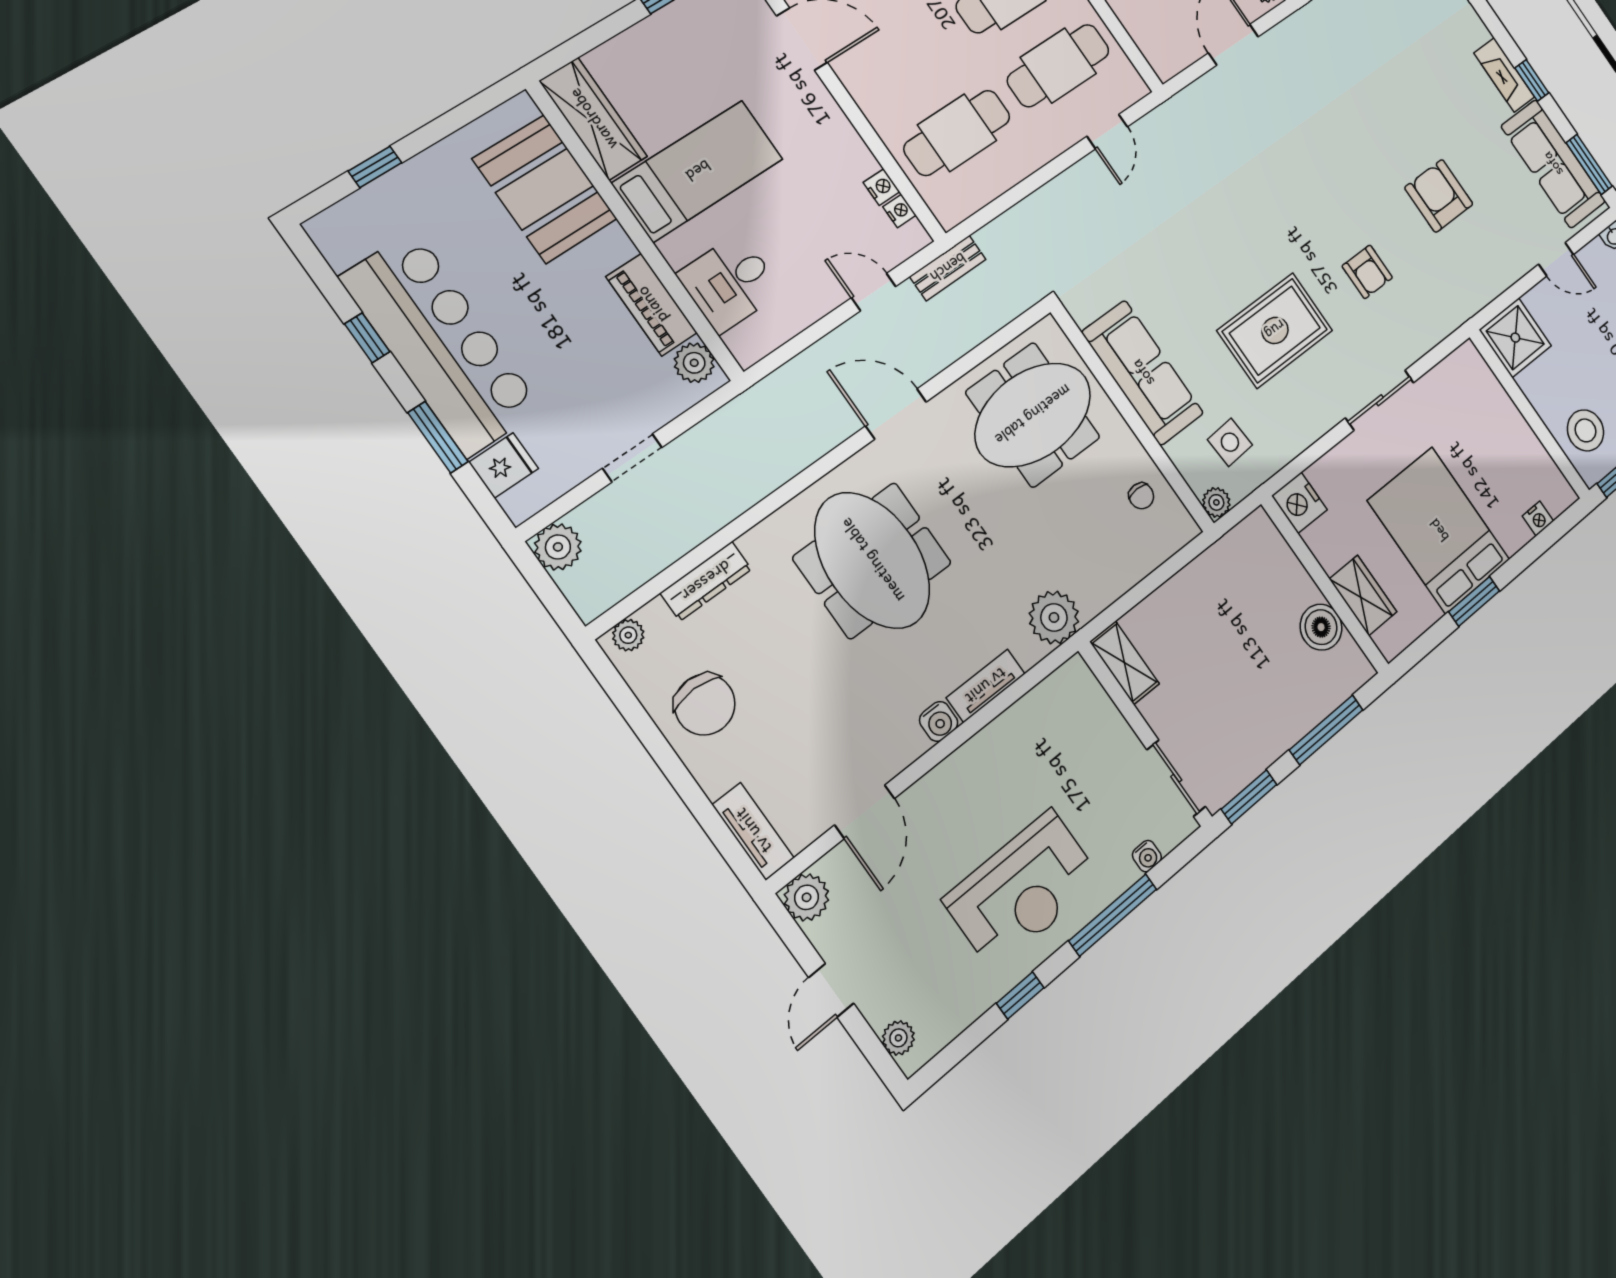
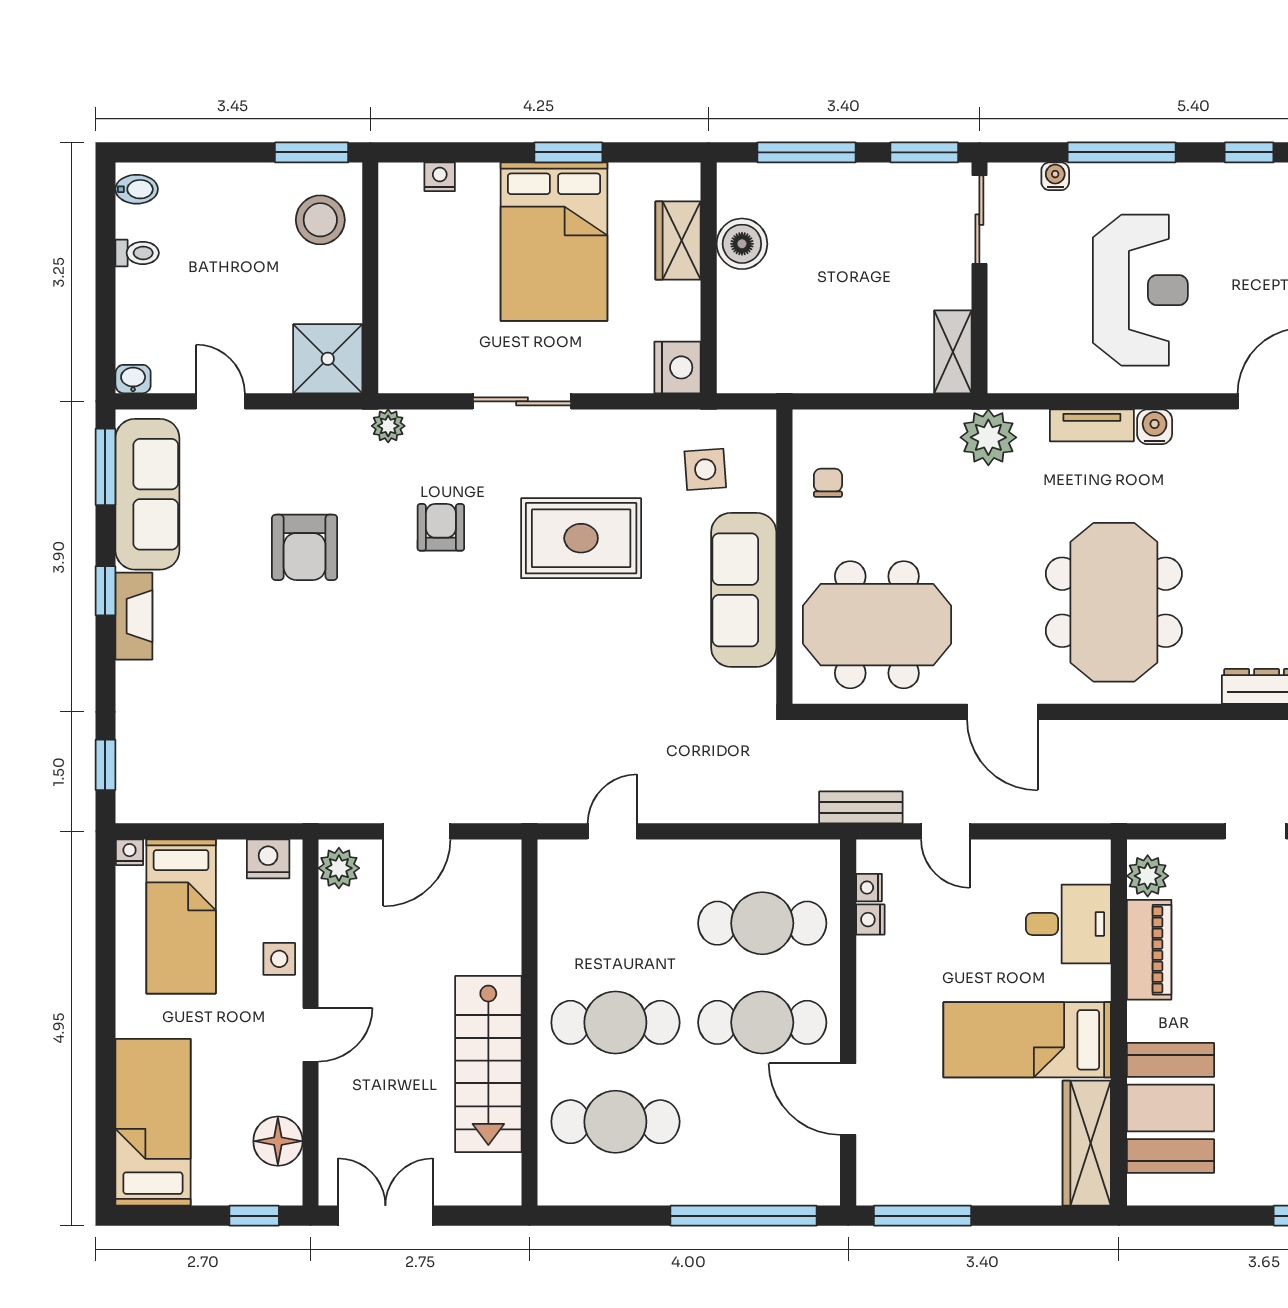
cafe table: (1058, 65) -> (762, 1022), moved
plant: (1216, 502) -> (388, 426), moved
reception desk: (1023, 890) -> (1140, 290), moved, turned 90

